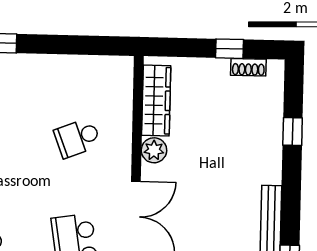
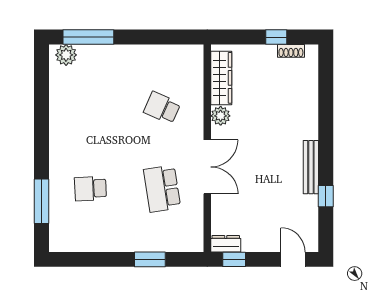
window: (293, 132) -> (326, 99), removed
school desk: (77, 138) -> (162, 108), turned 45

